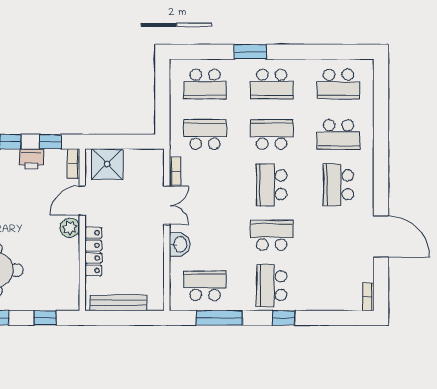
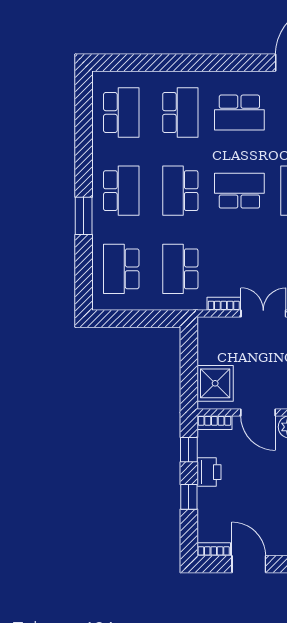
school desk: (205, 84) -> (121, 269), turned 180
school desk: (272, 185) -> (239, 191), turned 180

